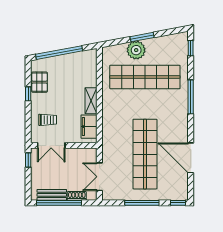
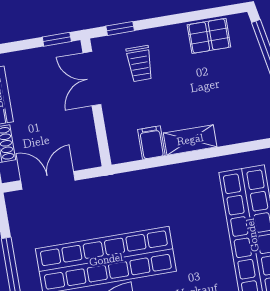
window: (28, 94) -> (120, 28), moved
filing cabinet: (89, 127) -> (151, 143), width x0.50

